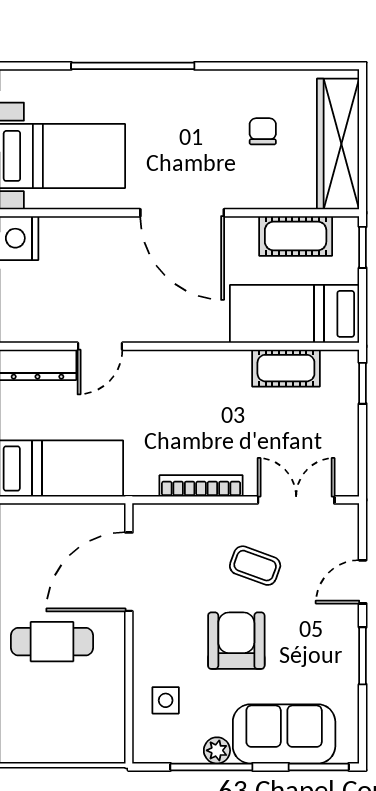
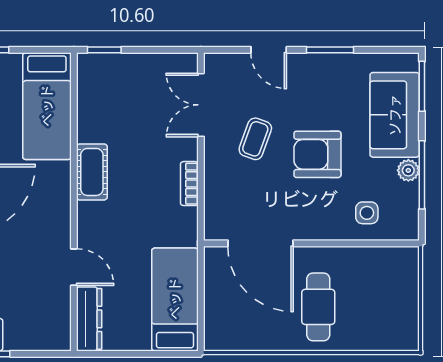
cot: (286, 368) -> (92, 172), moved
bookcase: (201, 486) -> (189, 184), width x0.64

